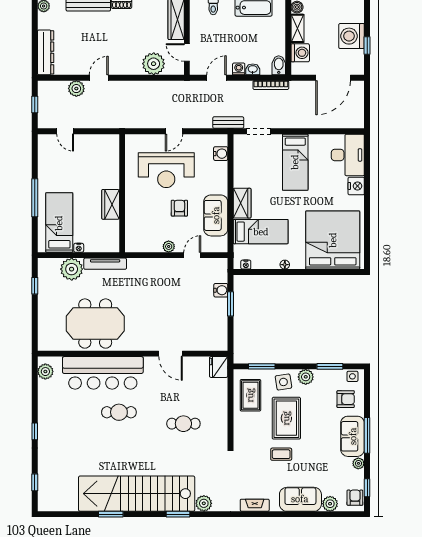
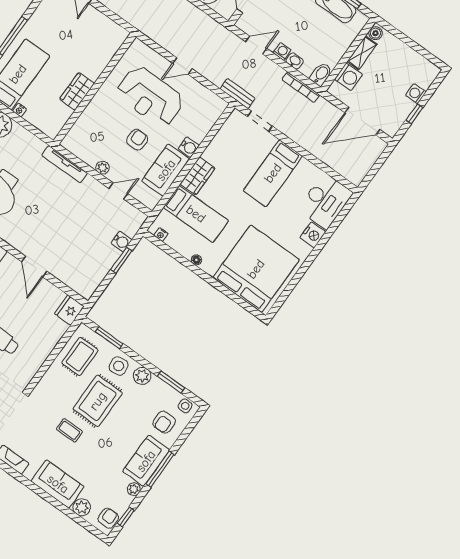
washing machine: (352, 36) -> (416, 94), width x0.53, depth x0.53
water cooler: (221, 154) -> (189, 147), moved
tv unit: (105, 264) -> (64, 164), moved
armchair: (346, 399) -> (164, 422), turned 90

